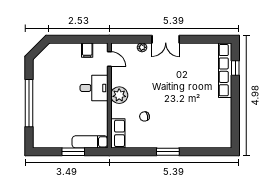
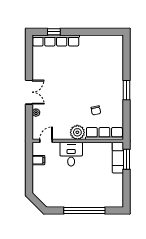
row of seats: (118, 133) -> (104, 134), width x1.48
window: (73, 152) -> (126, 159), moved

